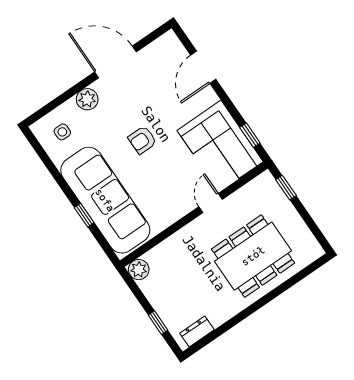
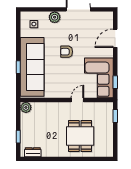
dining table: (253, 256) -> (80, 136), width x0.73

